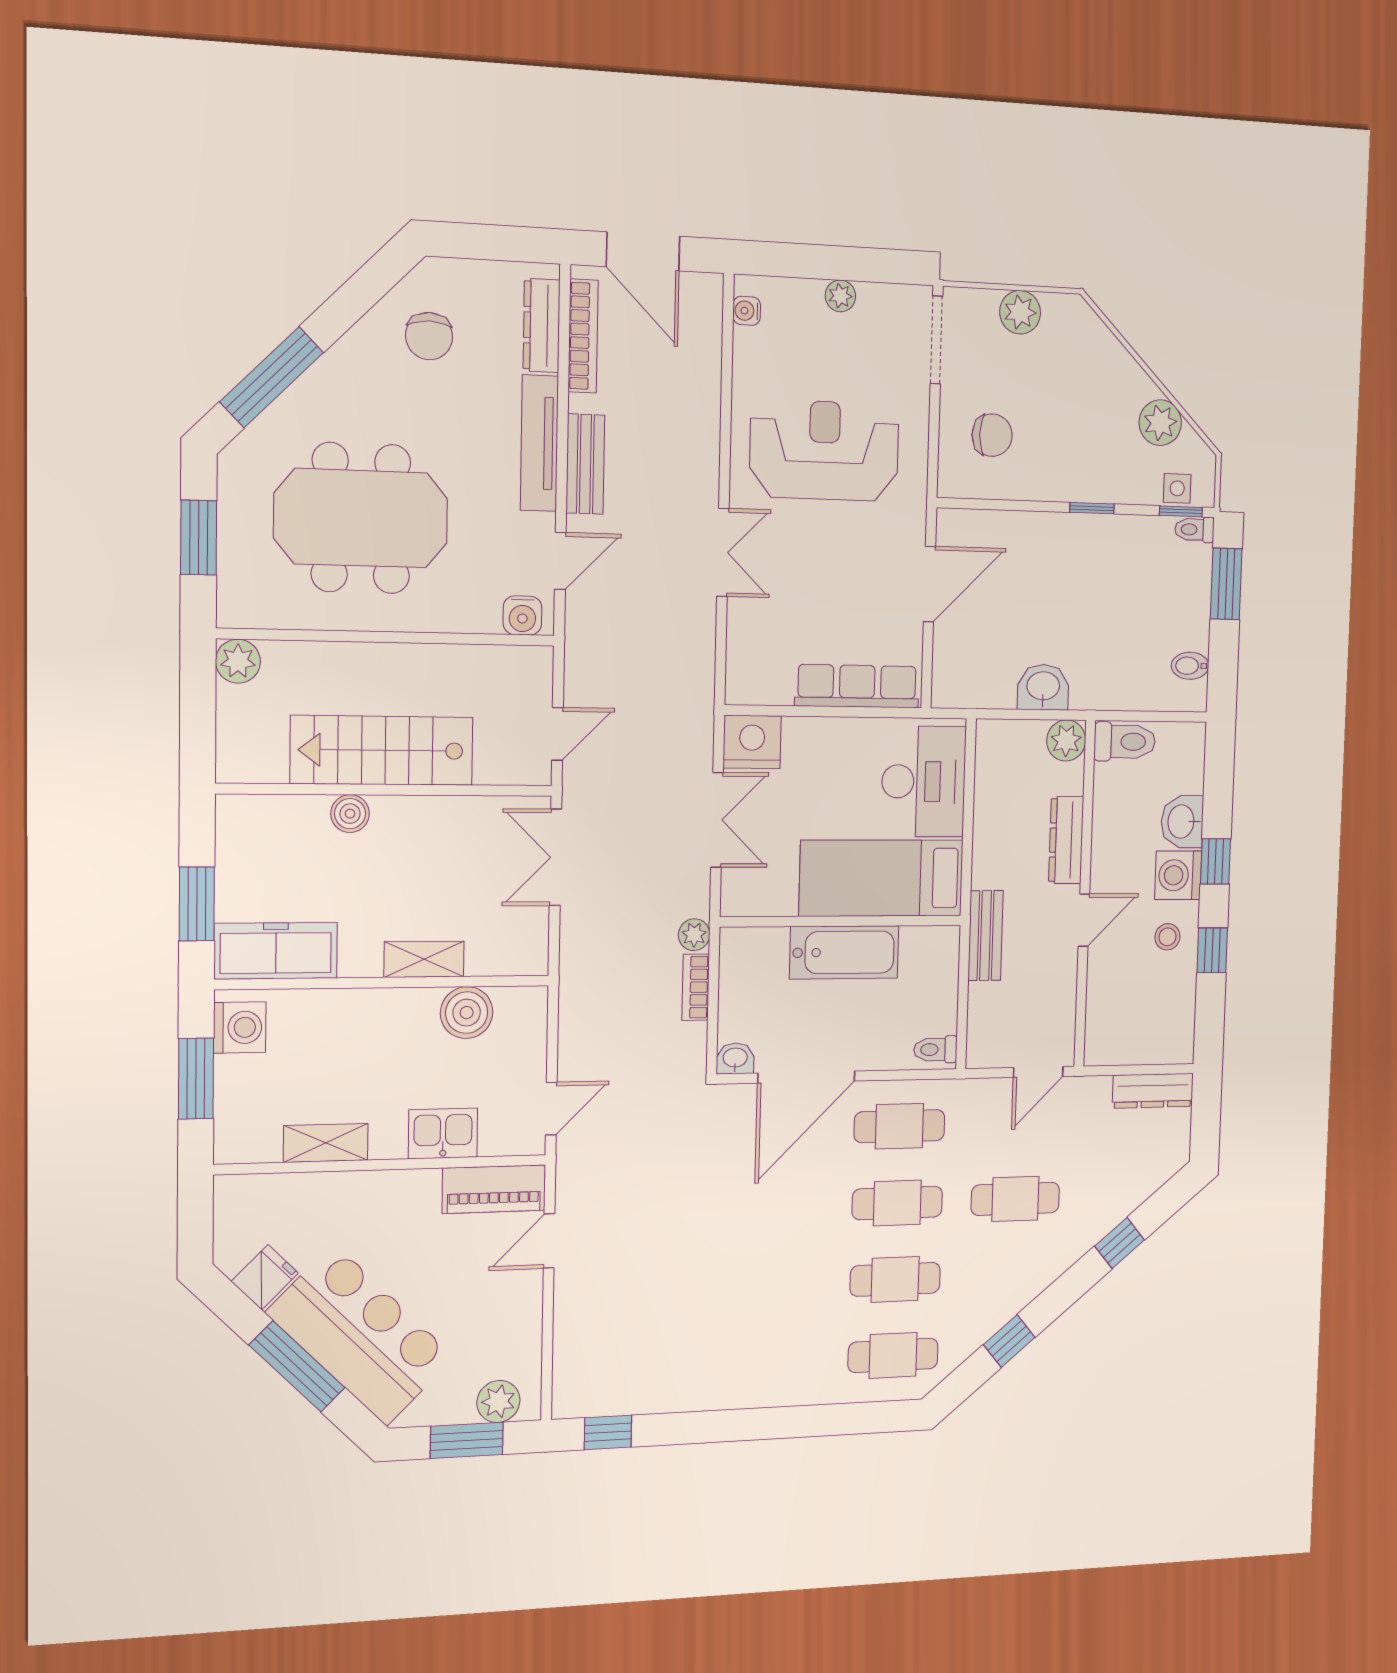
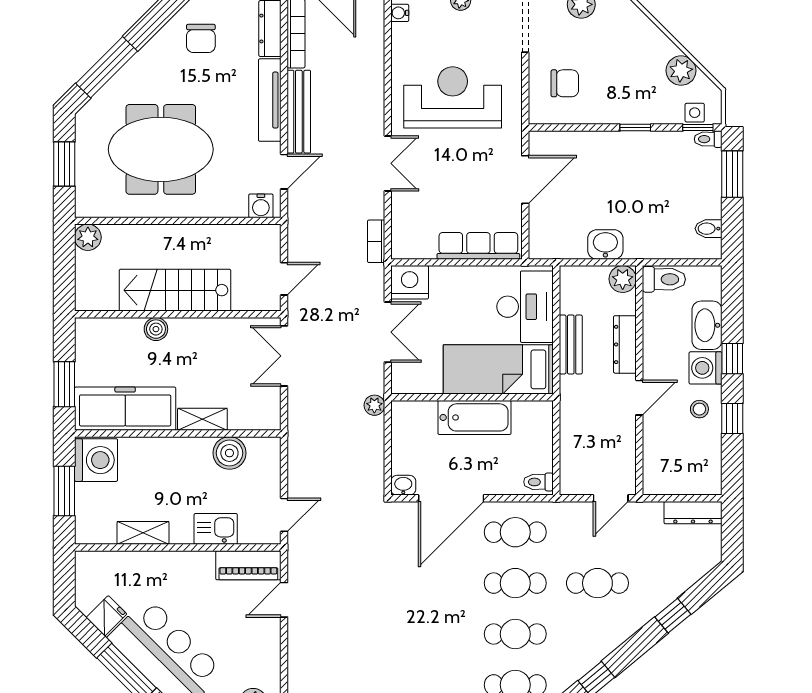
bench: (585, 464) -> (299, 112), width x1.36
washbasin: (1182, 822) -> (707, 325), width x1.38
bench: (986, 936) -> (571, 345), moved
freezer: (276, 951) -> (125, 409), width x1.36, depth x1.26
bookcase: (696, 987) -> (376, 241), moved
washing machine: (240, 1027) -> (96, 460), width x1.37, depth x1.37

